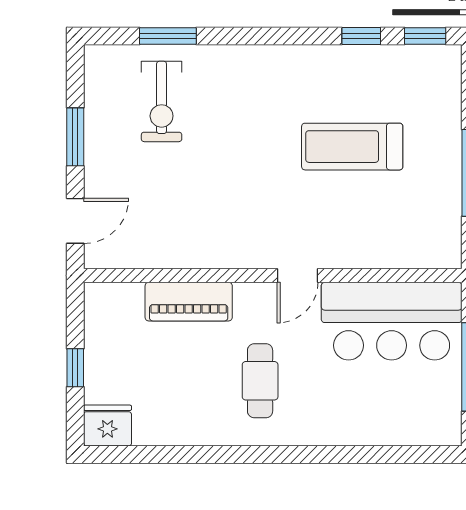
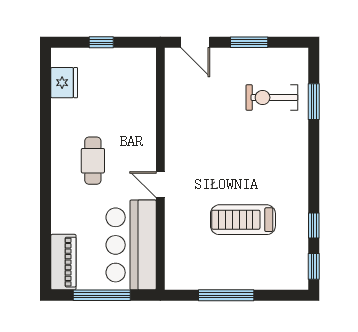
treadmill: (352, 147) -> (243, 220), turned -90
piano: (189, 302) -> (63, 262), moved, turned 180
cafe table: (260, 381) -> (93, 161), turned 90
fridge: (107, 426) -> (64, 83), moved

